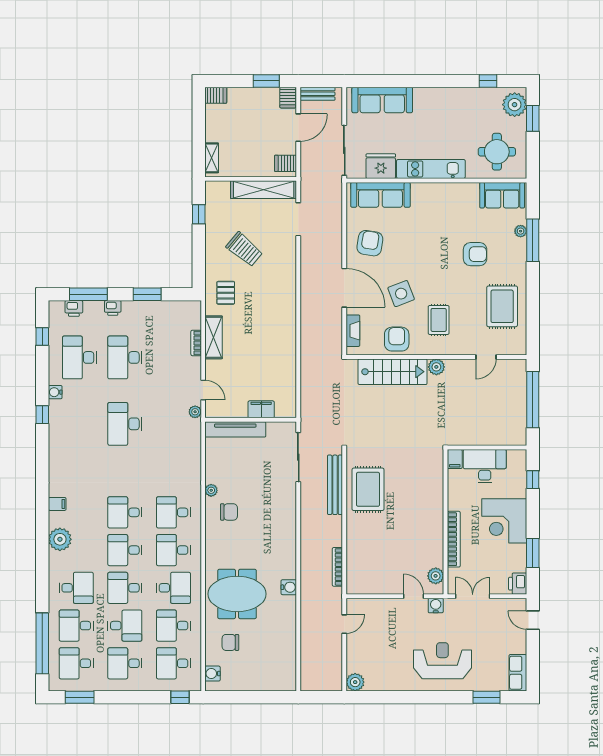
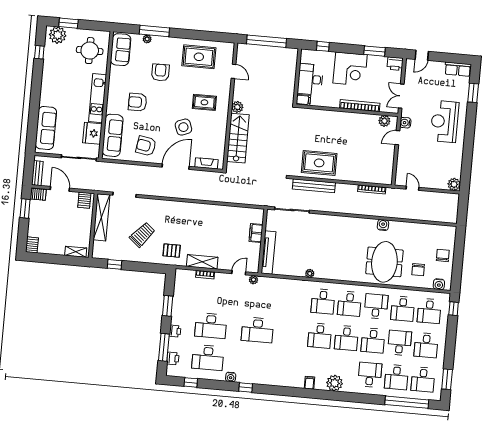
armchair: (397, 339) -> (138, 102), moved
chair: (229, 512) -> (443, 255), moved

